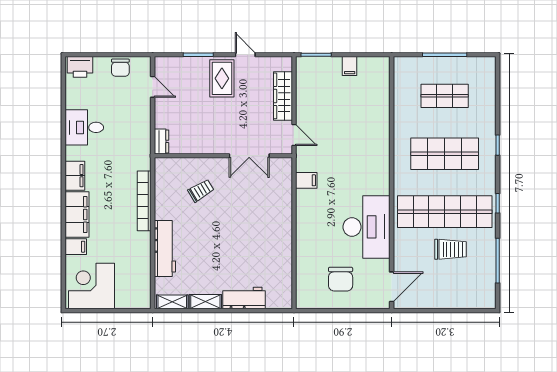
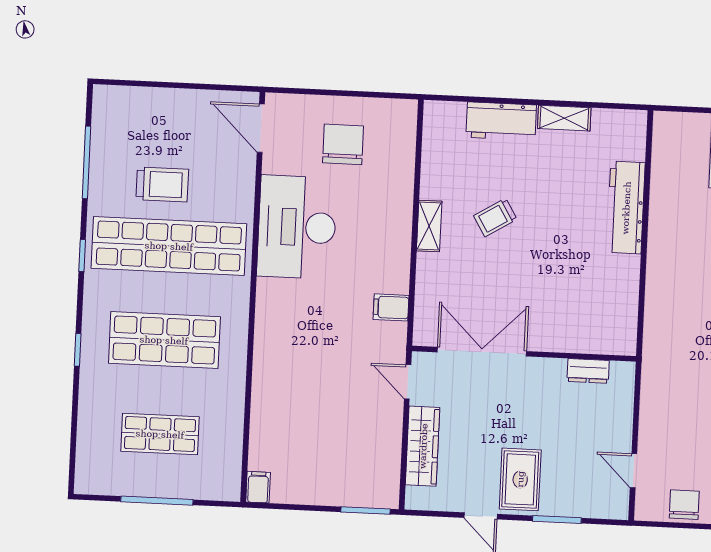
filing cabinet: (350, 66) -> (258, 487), moved
dresser: (161, 141) -> (588, 371), moved, turned -90
double door: (249, 156) -> (482, 352), width x1.37
trolley: (201, 191) -> (495, 218), moved
bookcase: (144, 201) -> (656, 287), removed
trolley: (450, 249) -> (162, 185), turned 180
door: (392, 287) -> (261, 128), hinge flipped
shelving: (172, 302) -> (429, 226), moved, turned 90

